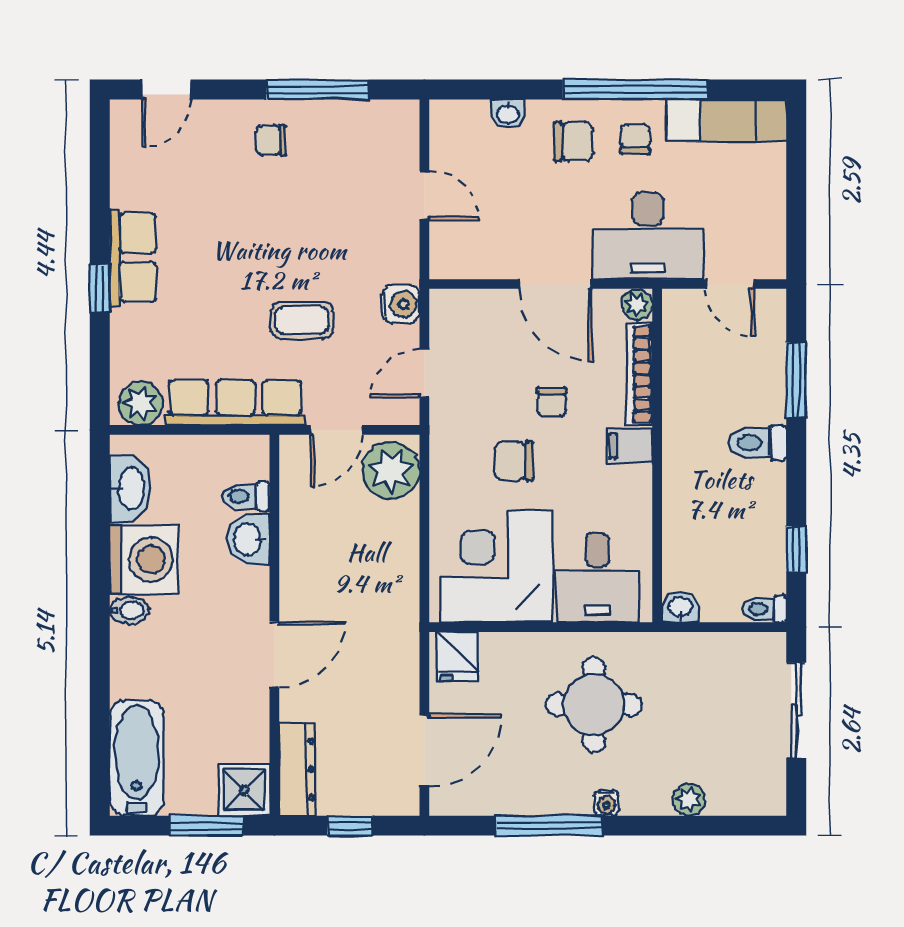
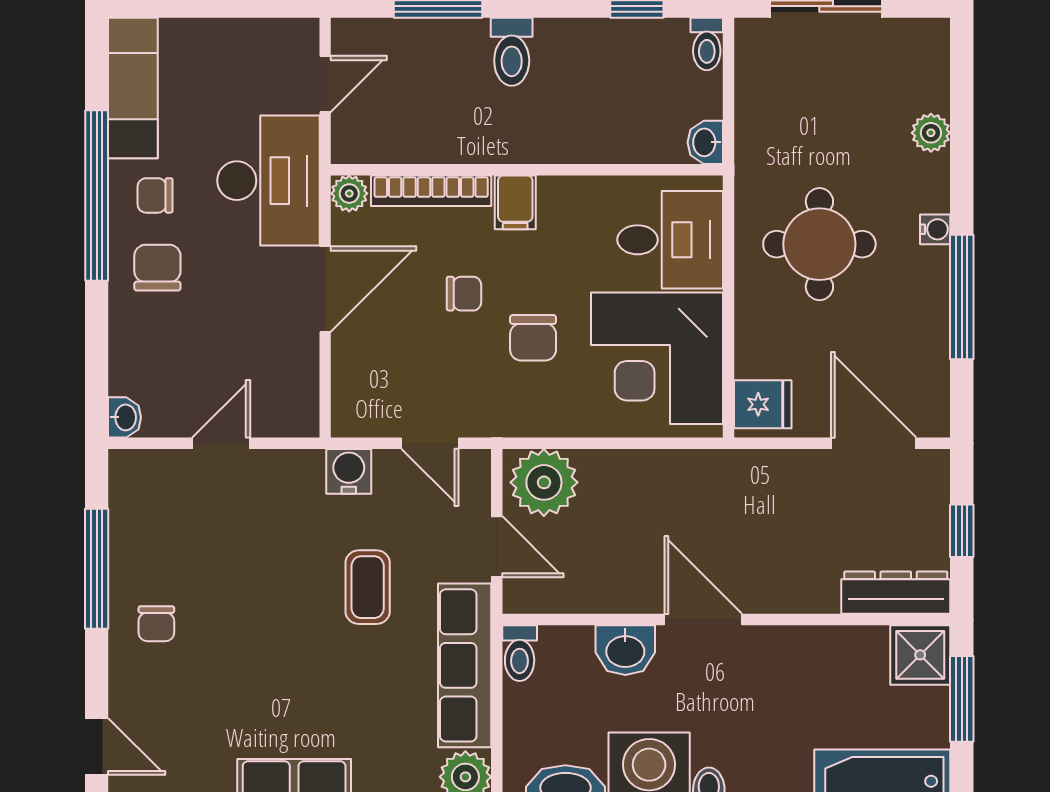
washbasin: (508, 113) -> (125, 417), moved
toilet: (246, 496) -> (520, 653), moved
door: (274, 654) -> (703, 619), moved

